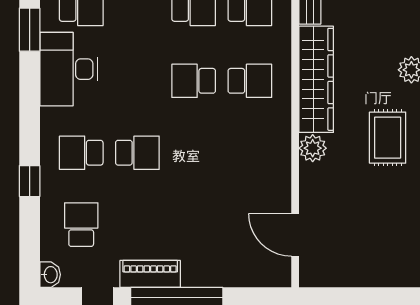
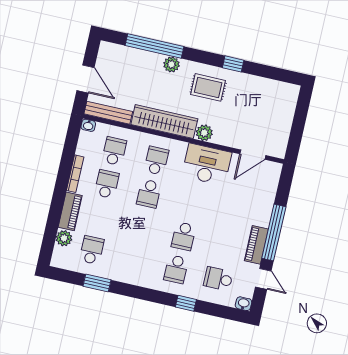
desk: (69, 69) -> (207, 164), moved, turned 180
school desk: (137, 153) -> (184, 236), turned 180

